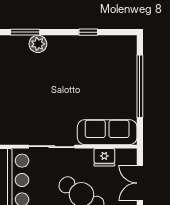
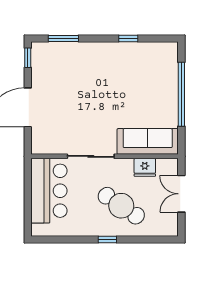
plant: (38, 44) -> (76, 51), removed

